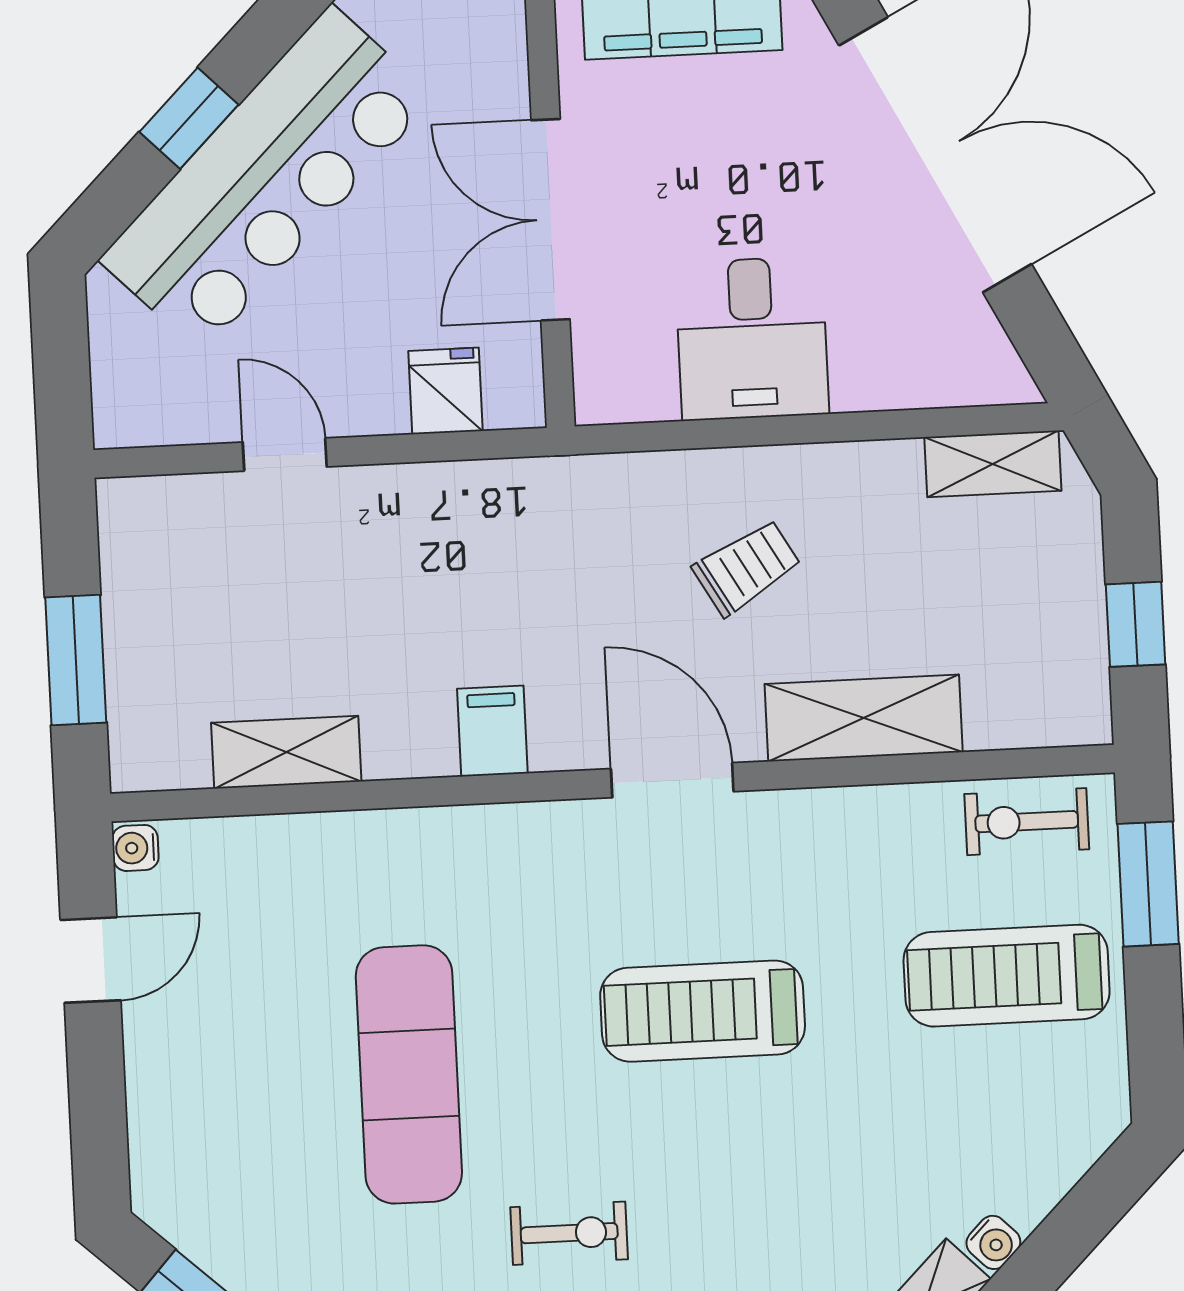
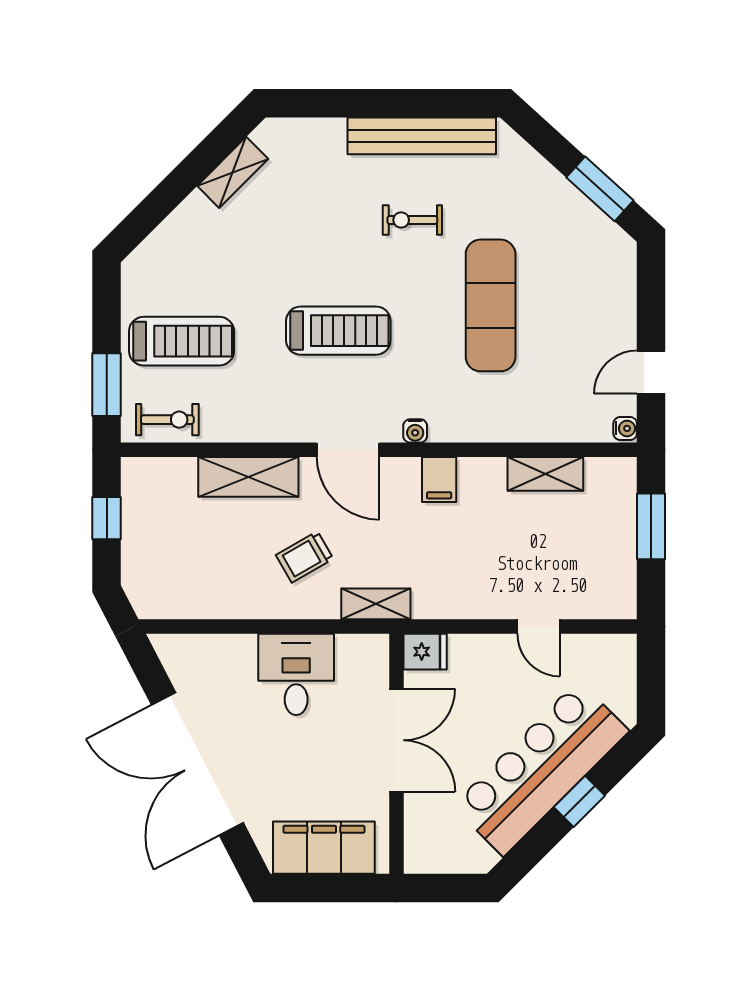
fridge: (445, 391) -> (425, 652), moved, turned -90
shelving: (993, 464) -> (376, 604), moved
water cooler: (993, 1242) -> (415, 431), moved, turned -135

